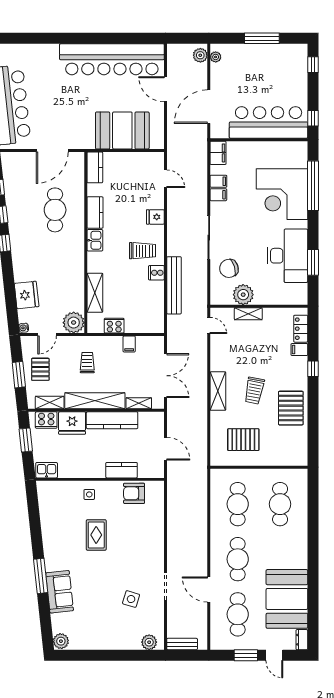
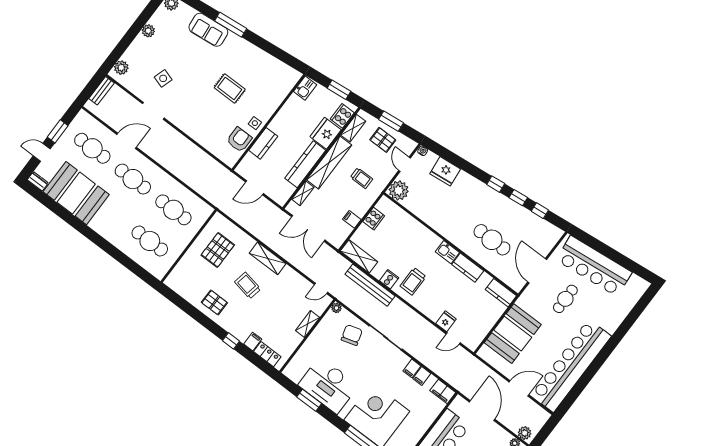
cafe table: (58, 108) -> (565, 299), added
fridge: (155, 217) -> (446, 321), moved
shelving: (95, 293) -> (359, 256), moved
plant: (243, 295) -> (336, 308), moved, width x0.53, depth x0.53
pallet: (291, 408) -> (214, 303), width x0.67, depth x0.71
side table: (89, 494) -> (255, 123), moved
plant: (100, 643) -> (148, 31), added

